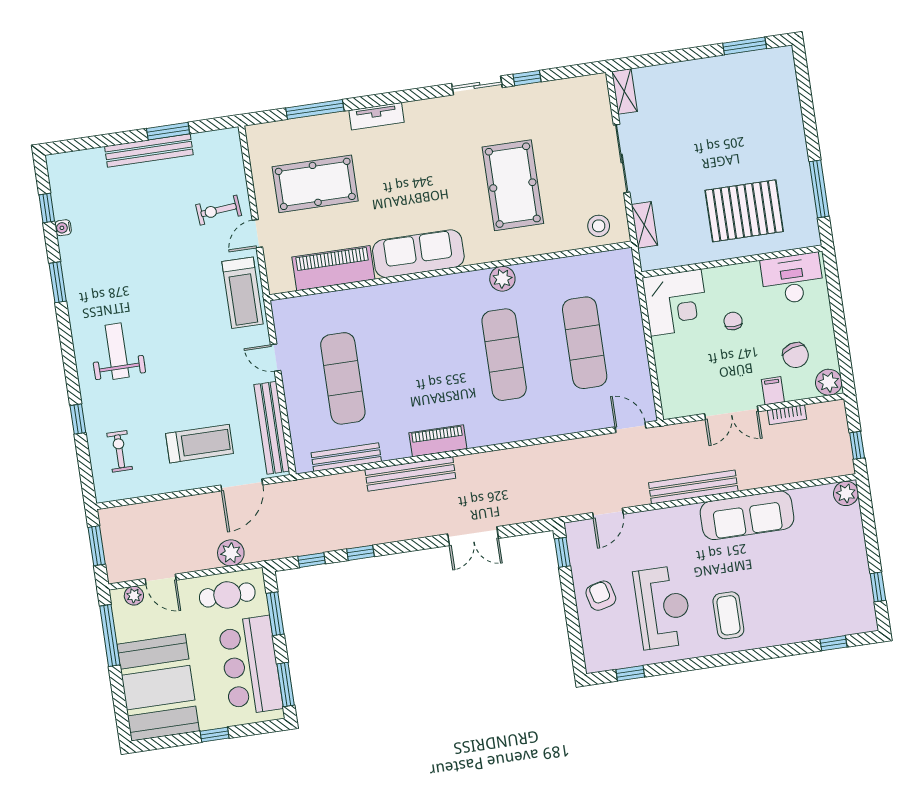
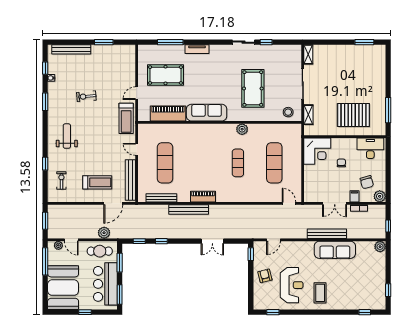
bench: (149, 151) -> (71, 49), moved
exercise bike: (219, 210) -> (86, 96), moved
exercise mat: (504, 355) -> (238, 163), width x0.73, depth x0.69
bench: (693, 487) -> (327, 234), moved

